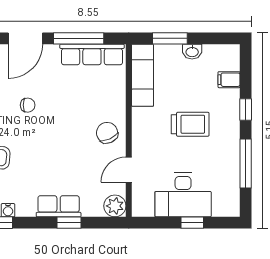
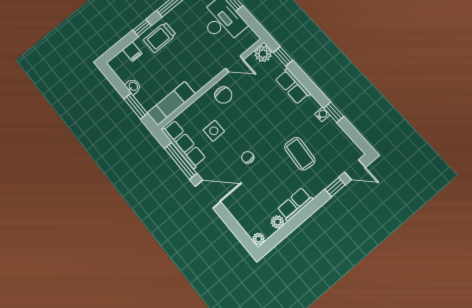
side table: (80, 94) -> (214, 131), added
trolley: (190, 124) -> (160, 37), moved, turned -90
chair: (107, 133) -> (223, 95), turned -66
window: (69, 223) -> (283, 56), moved

